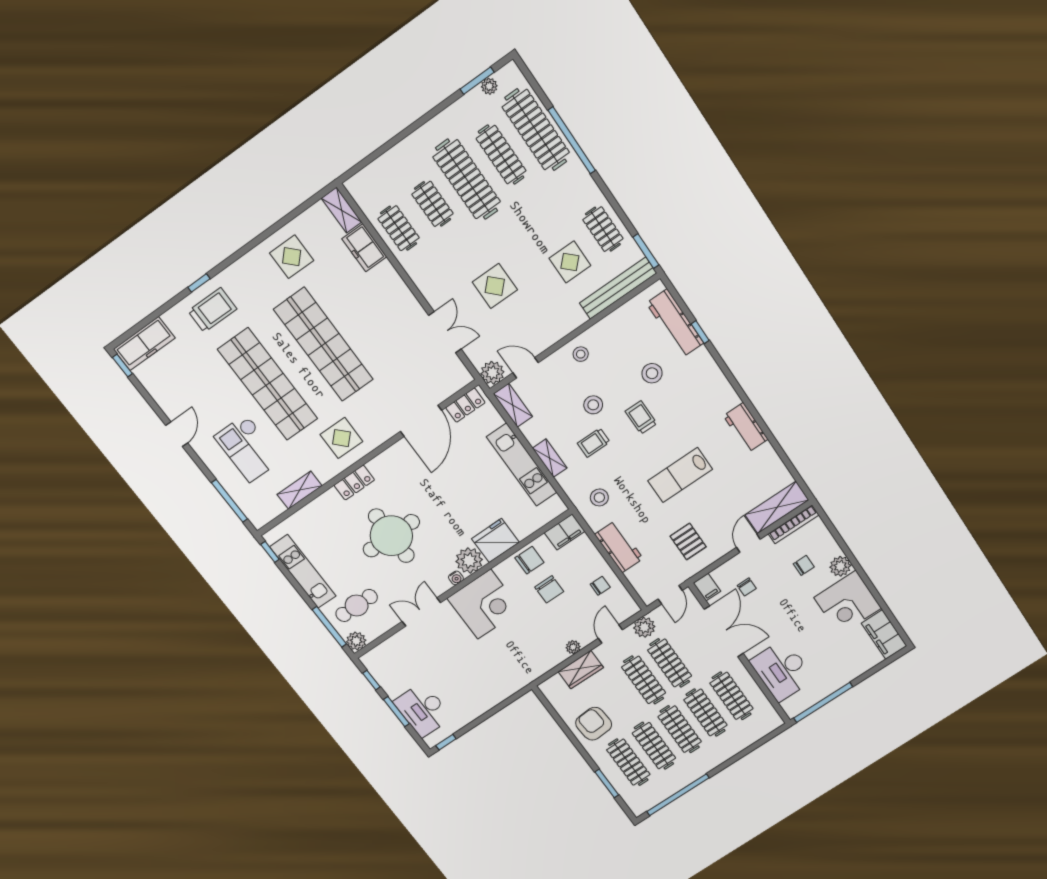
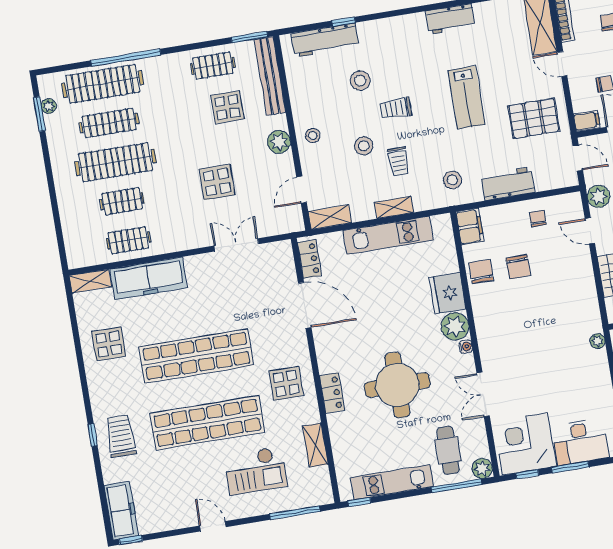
freezer: (364, 248) -> (149, 278), width x1.91, depth x1.26
plant: (492, 373) -> (279, 142), moved
pallet: (688, 541) -> (534, 118), width x1.50, depth x1.42
chair: (549, 589) -> (518, 267), turned 89
corner desk: (484, 604) -> (525, 444), moved, turned -90
plant: (573, 647) -> (597, 341), moved

